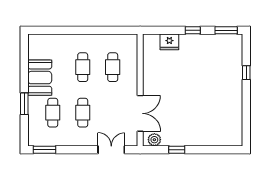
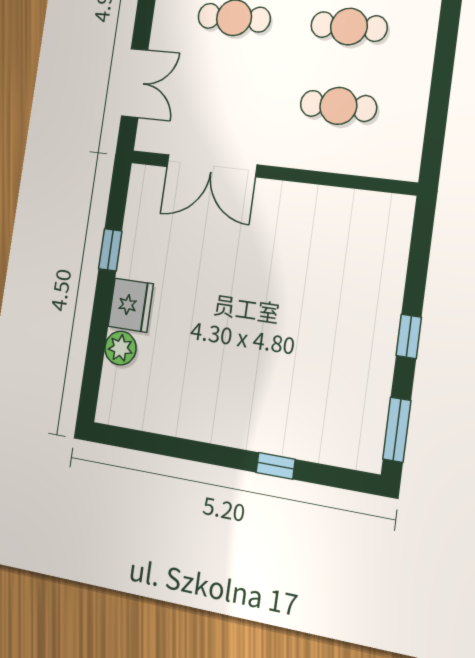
fridge: (169, 42) -> (131, 305), moved, turned 180
plant: (154, 140) -> (120, 348), moved

